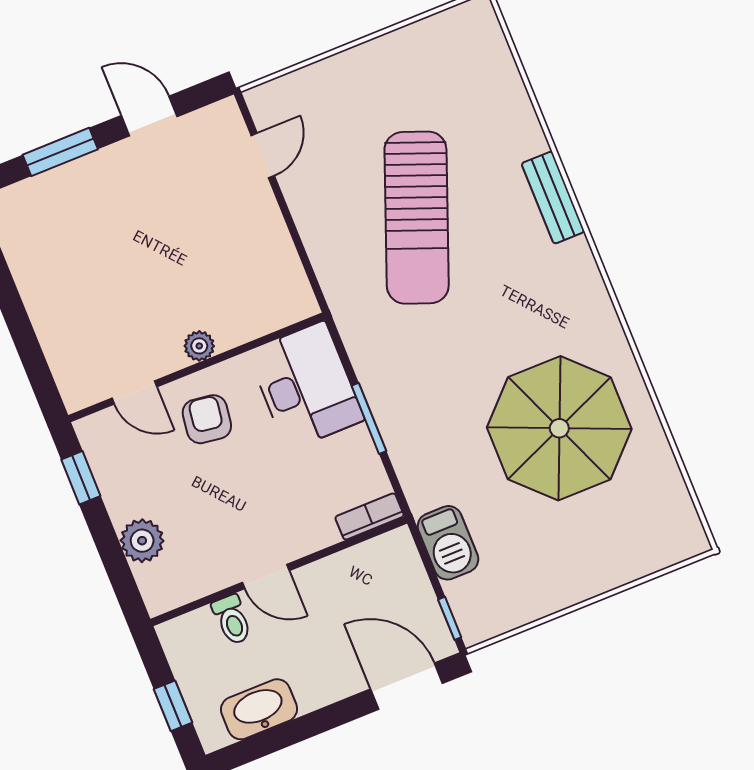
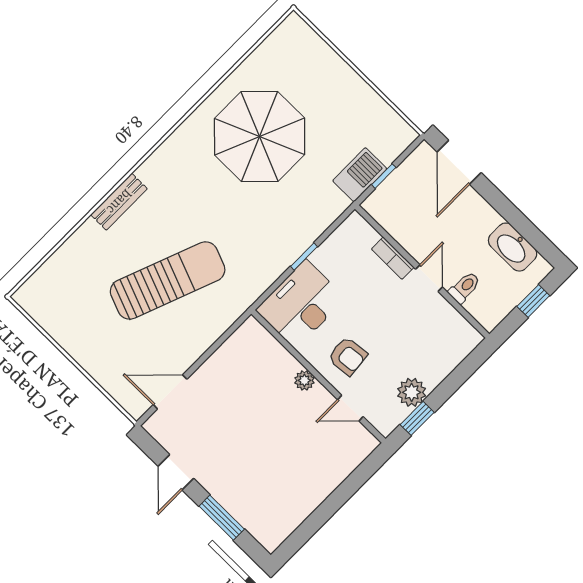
door: (263, 155) -> (170, 392), width x1.38
door: (134, 392) -> (350, 408), swing flipped
window: (369, 418) -> (304, 257), width x0.67
armchair: (207, 419) -> (348, 356), turned -104
bookcase: (370, 516) -> (393, 258), moved
plant: (142, 541) -> (412, 392), moved
window: (450, 618) -> (384, 176), moved

